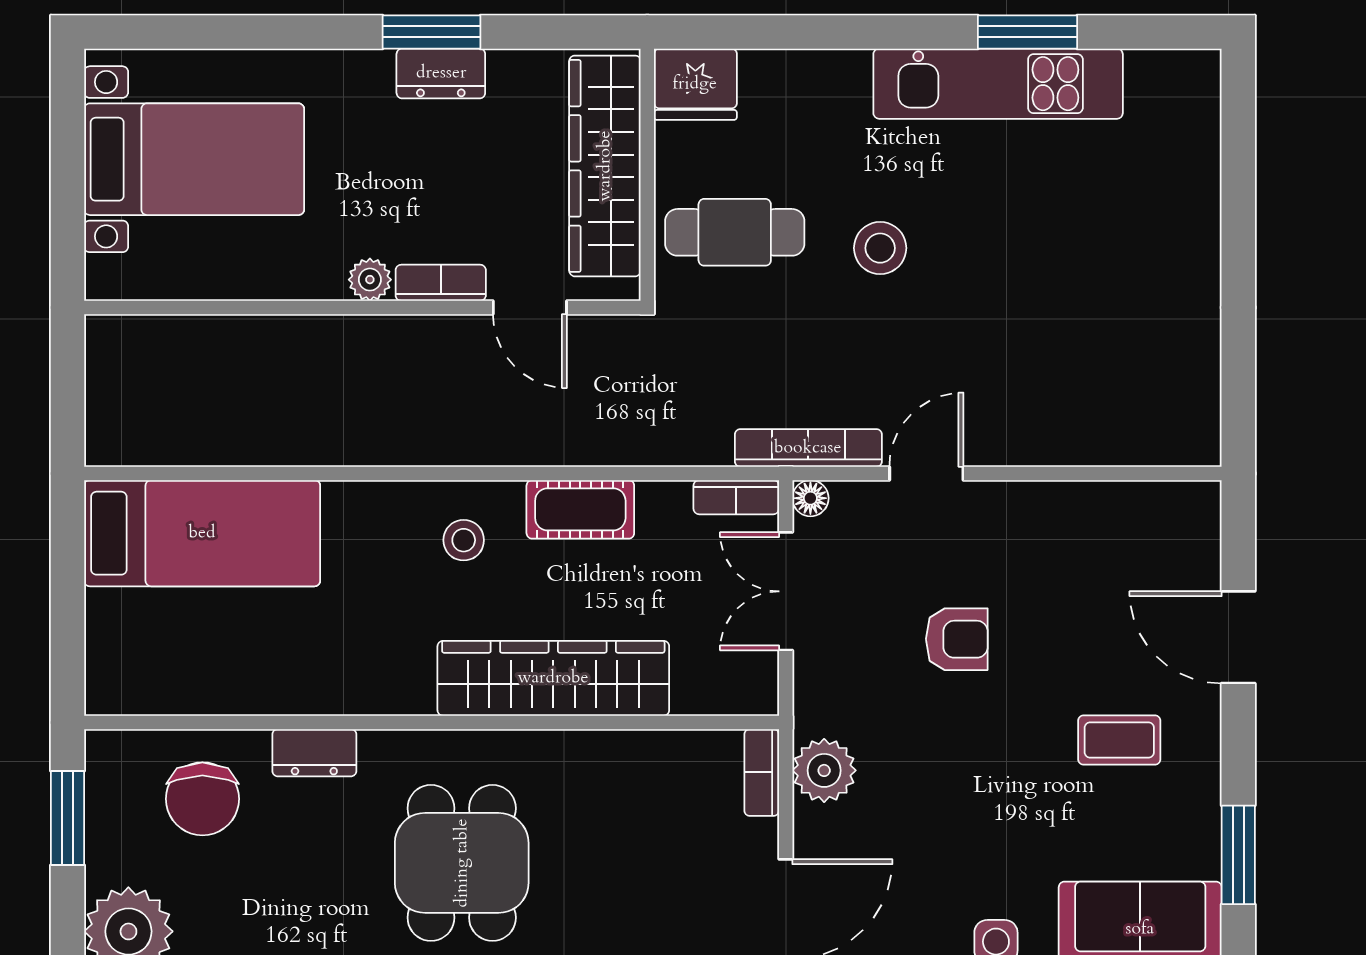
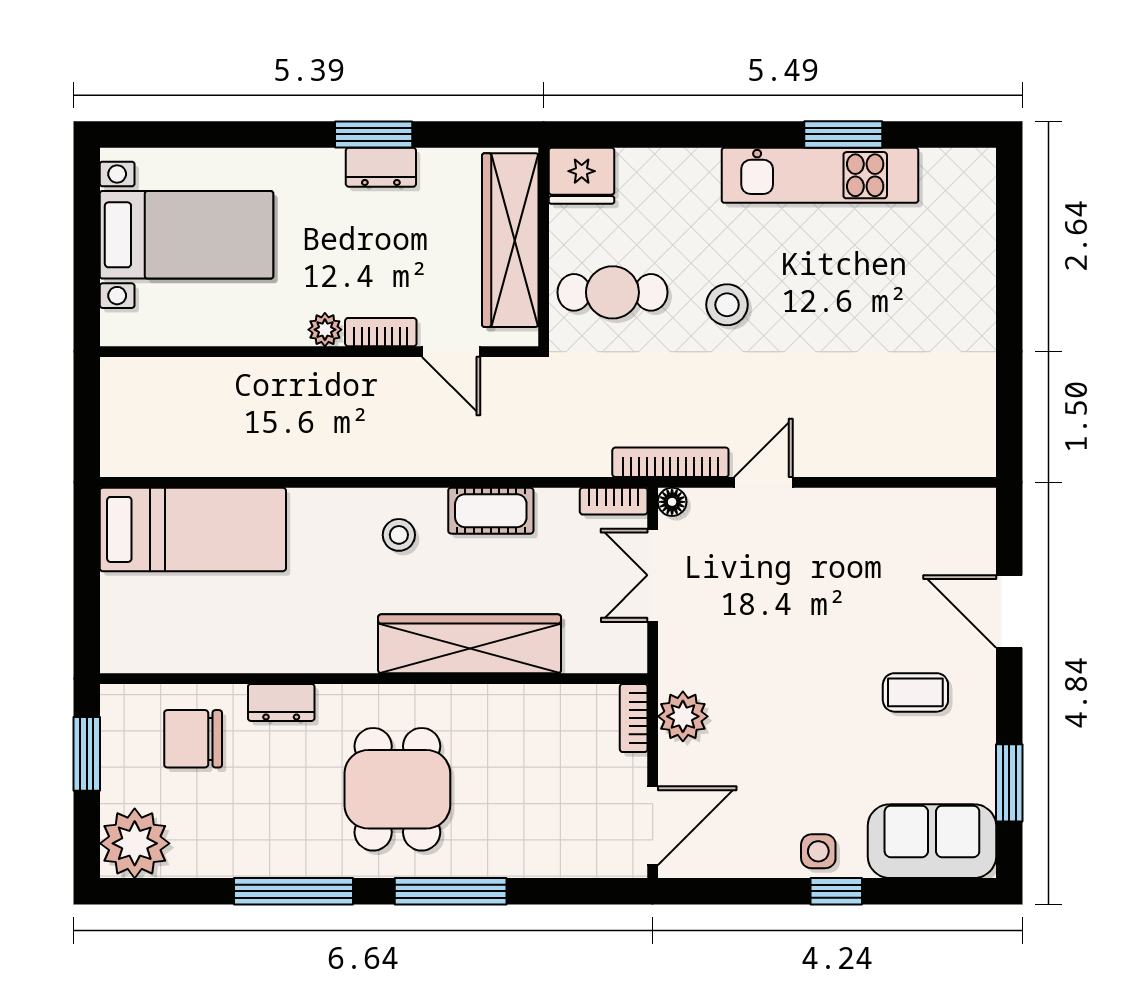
armchair: (957, 639) -> (787, 613), removed
chair: (202, 799) -> (193, 739), turned 90

